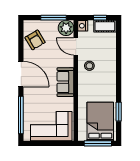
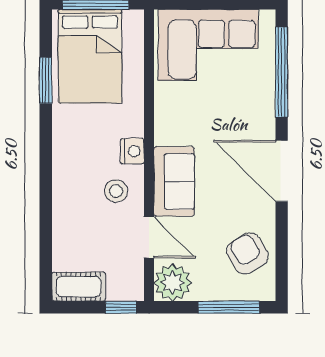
window: (54, 18) -> (229, 307), moved
window: (100, 18) -> (121, 307), moved
nightstand: (83, 26) -> (132, 151), moved
sofa: (65, 82) -> (174, 181), moved

